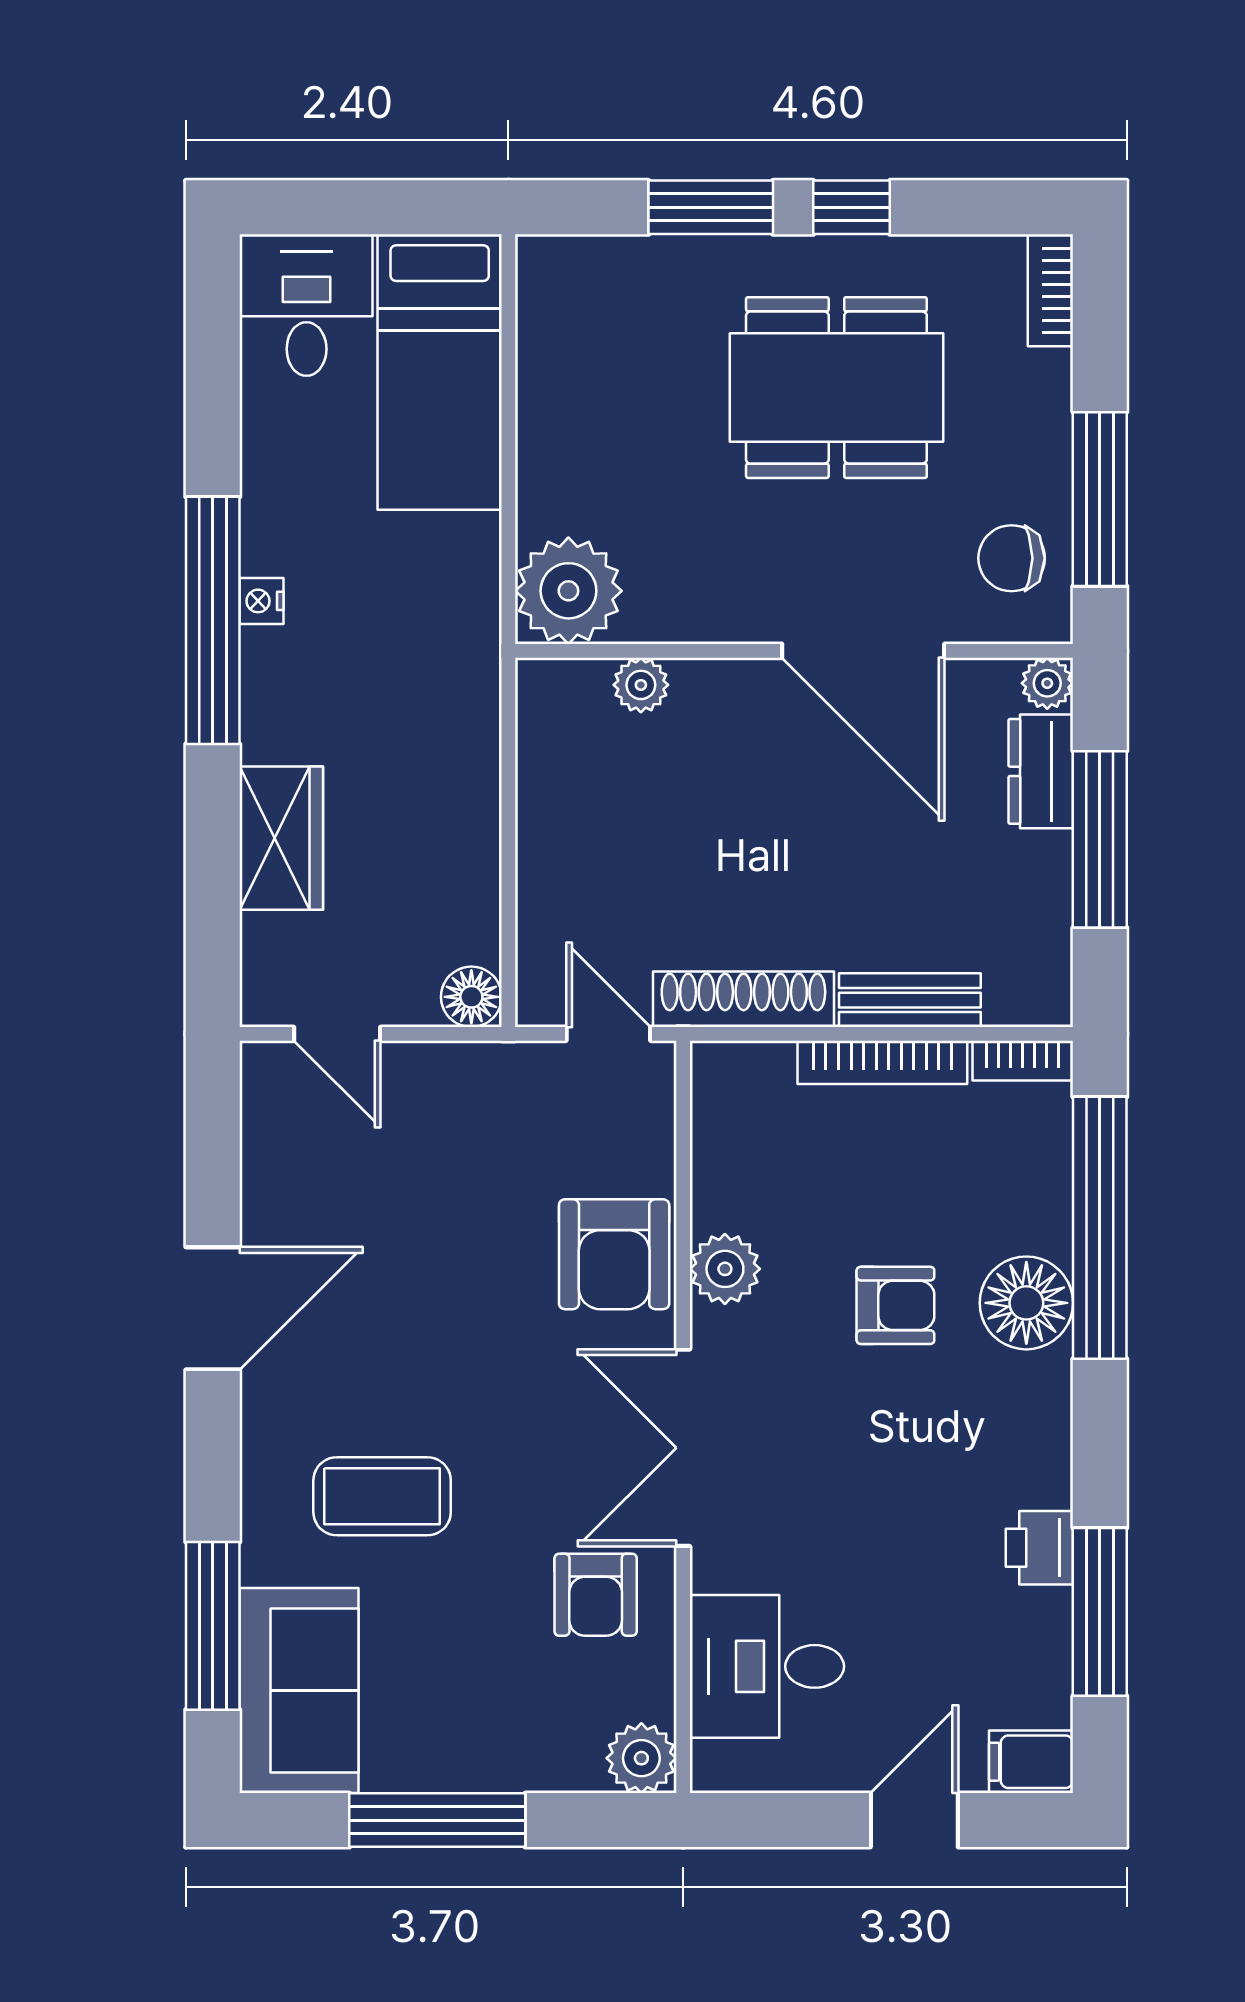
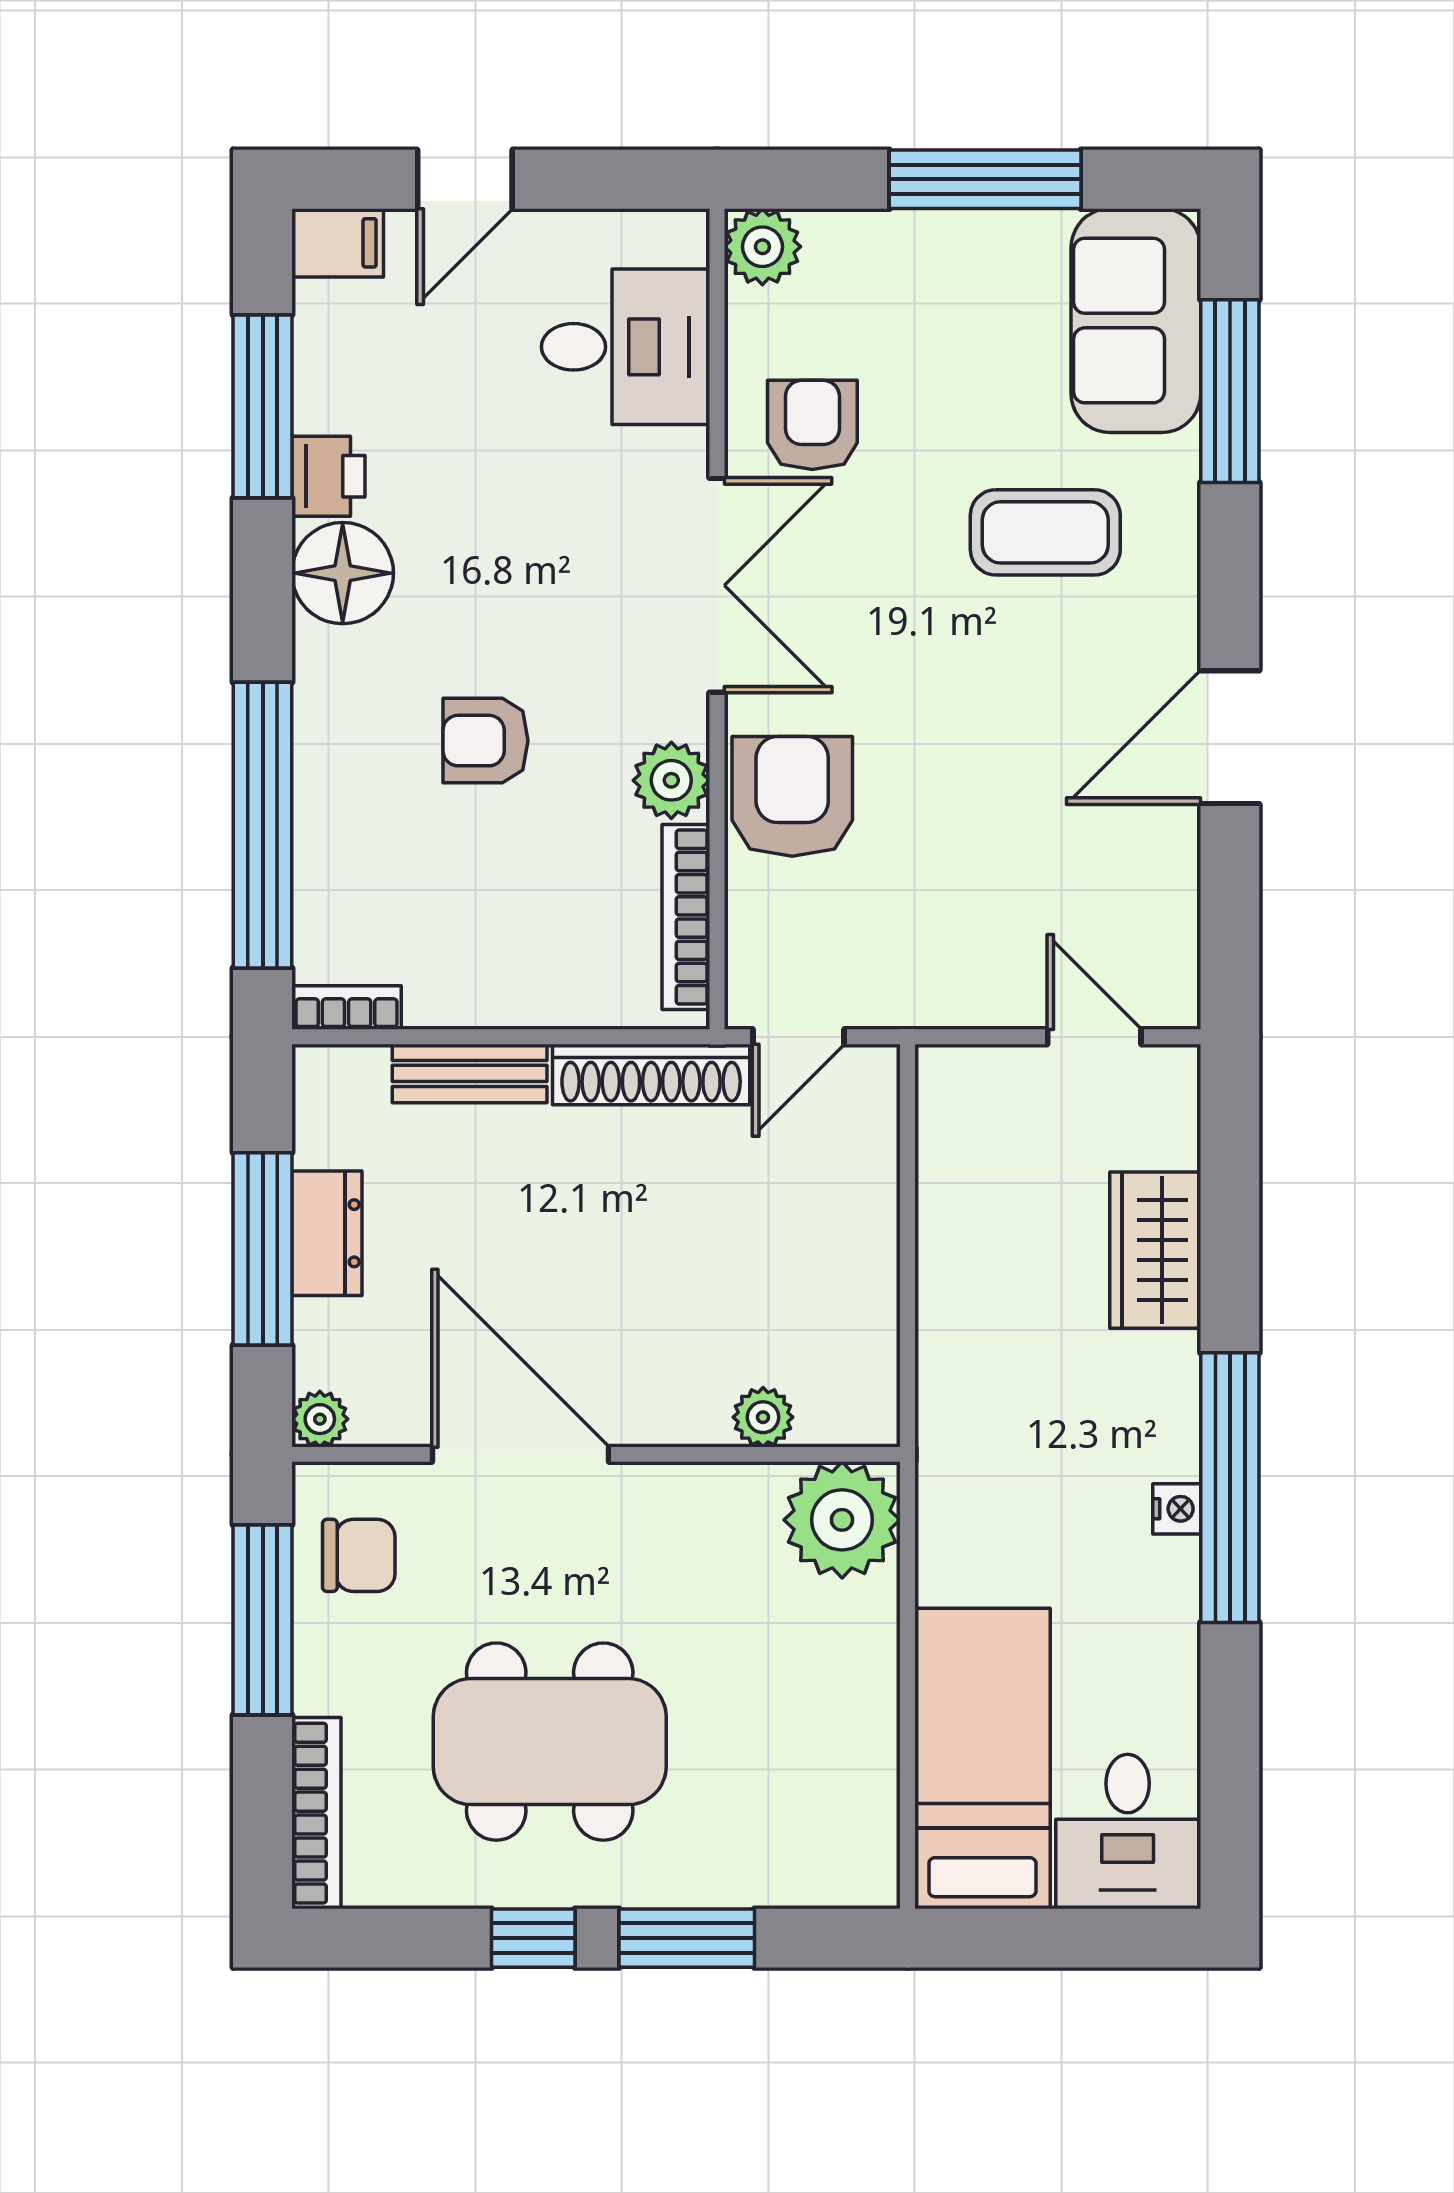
bookcase: (1050, 290) -> (316, 1813), width x1.56
dresser: (1041, 771) -> (327, 1233), moved
floor lamp: (471, 997) -> (948, 1077), removed
door: (608, 1034) -> (798, 1037), hinge flipped
bookcase: (882, 1062) -> (686, 917), moved, turned -90
floor lamp: (1026, 1303) -> (343, 573), moved

